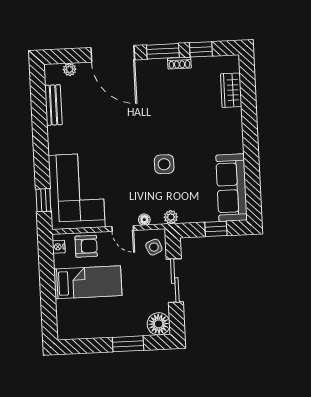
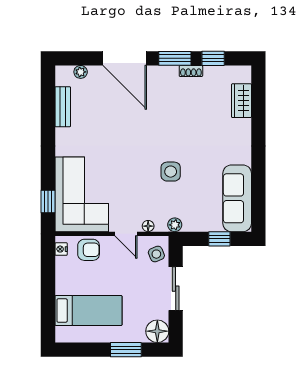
bed: (88, 282) -> (88, 311), moved

